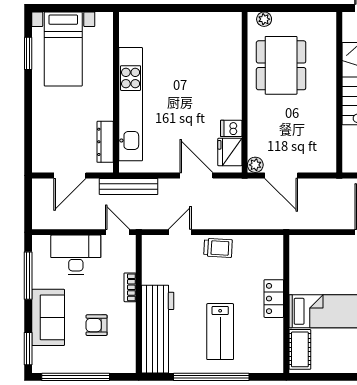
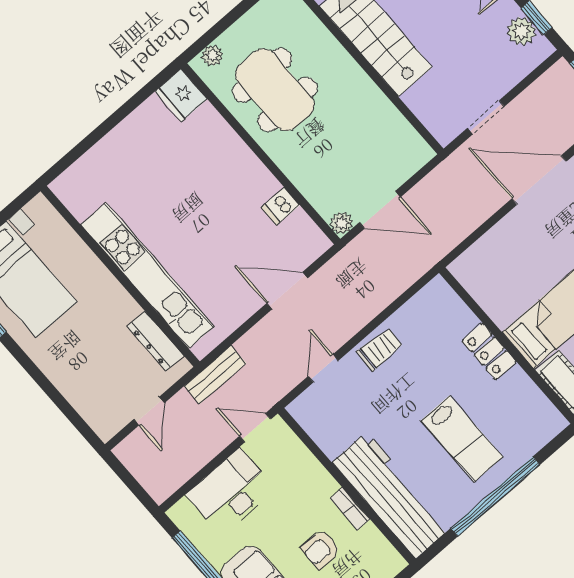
fridge: (230, 152) -> (181, 95), moved
door: (70, 175) -> (149, 411), width x0.73
bench: (129, 186) -> (215, 375), width x0.73
bookcase: (130, 287) -> (350, 509), moved

